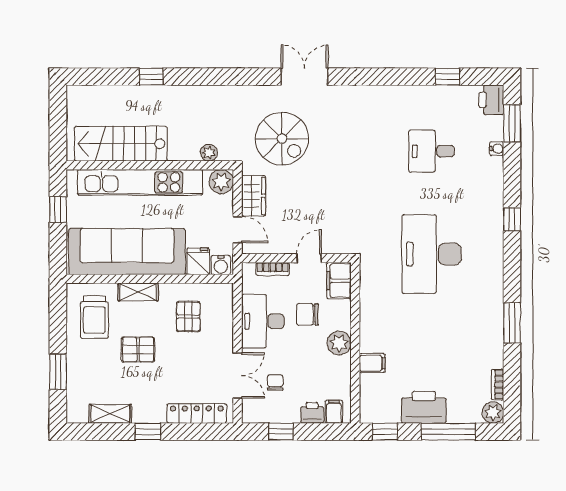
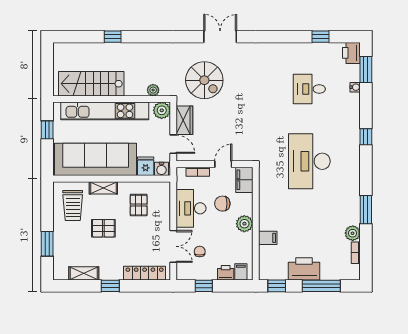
plant: (493, 413) -> (353, 233), moved

